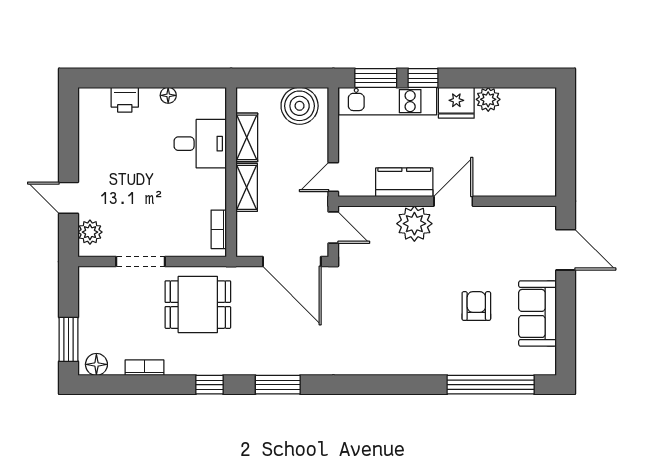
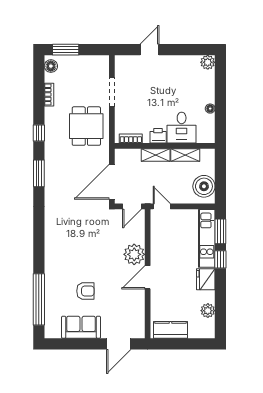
plant: (488, 99) -> (208, 311), moved
printer: (125, 100) -> (158, 136), moved, turned 90
kitchen counter: (404, 182) -> (170, 330), moved, turned -90
door: (453, 201) -> (148, 277), swing flipped
plant: (90, 232) -> (208, 62), moved

